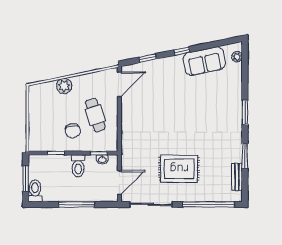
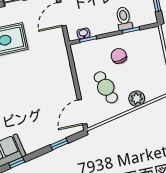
window: (182, 51) -> (17, 163), moved
cafe table: (95, 115) -> (106, 87), moved
toilet: (78, 166) -> (124, 18), moved

